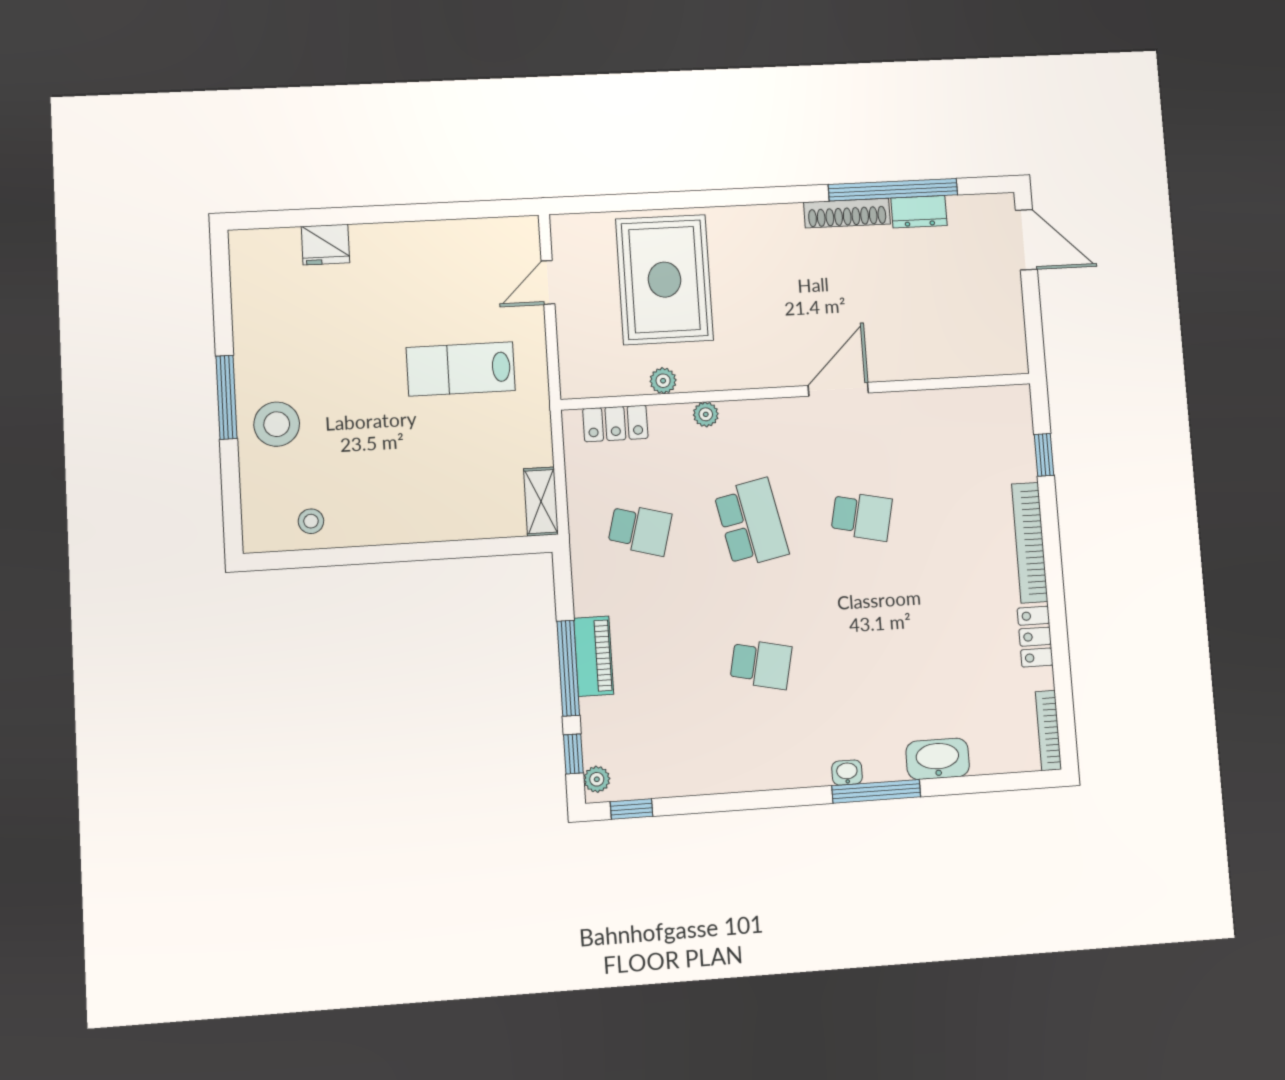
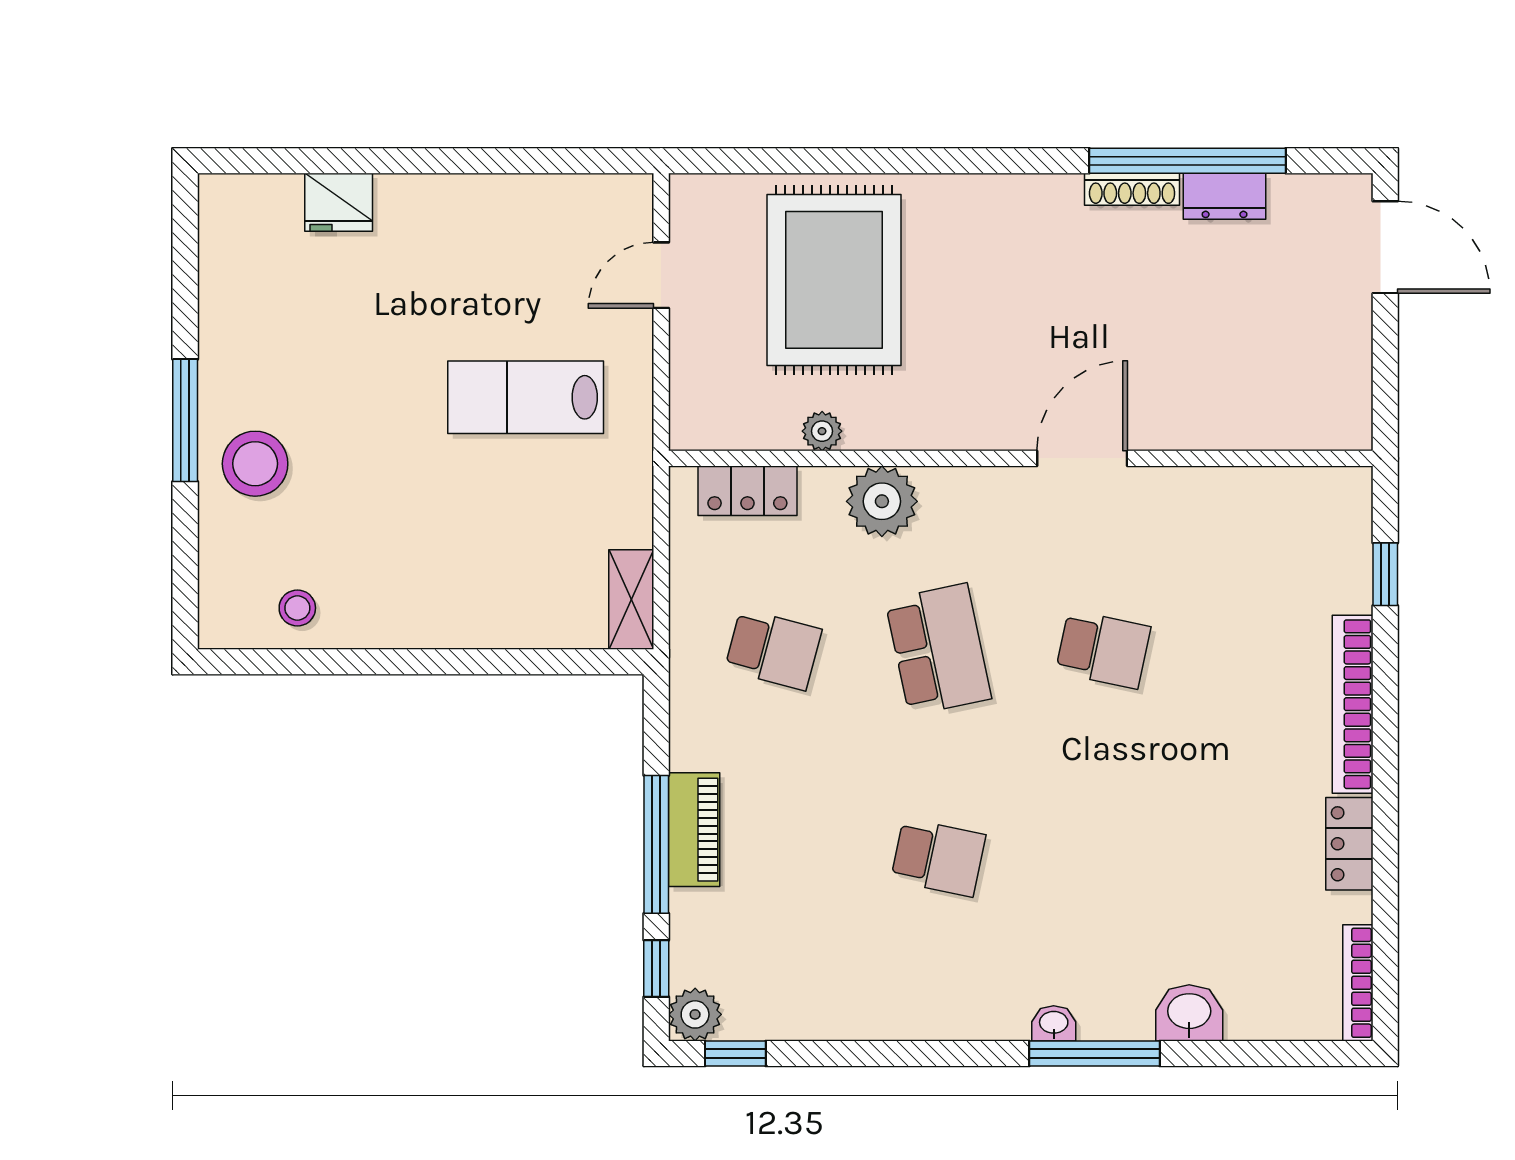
shoe rack: (847, 213) -> (1132, 189), width x0.74, depth x0.81
plant: (706, 414) -> (882, 501), width x1.88, depth x1.88
washbasin: (938, 759) -> (1189, 1013), width x0.72
plant: (597, 779) -> (695, 1014), width x1.38, depth x1.38

